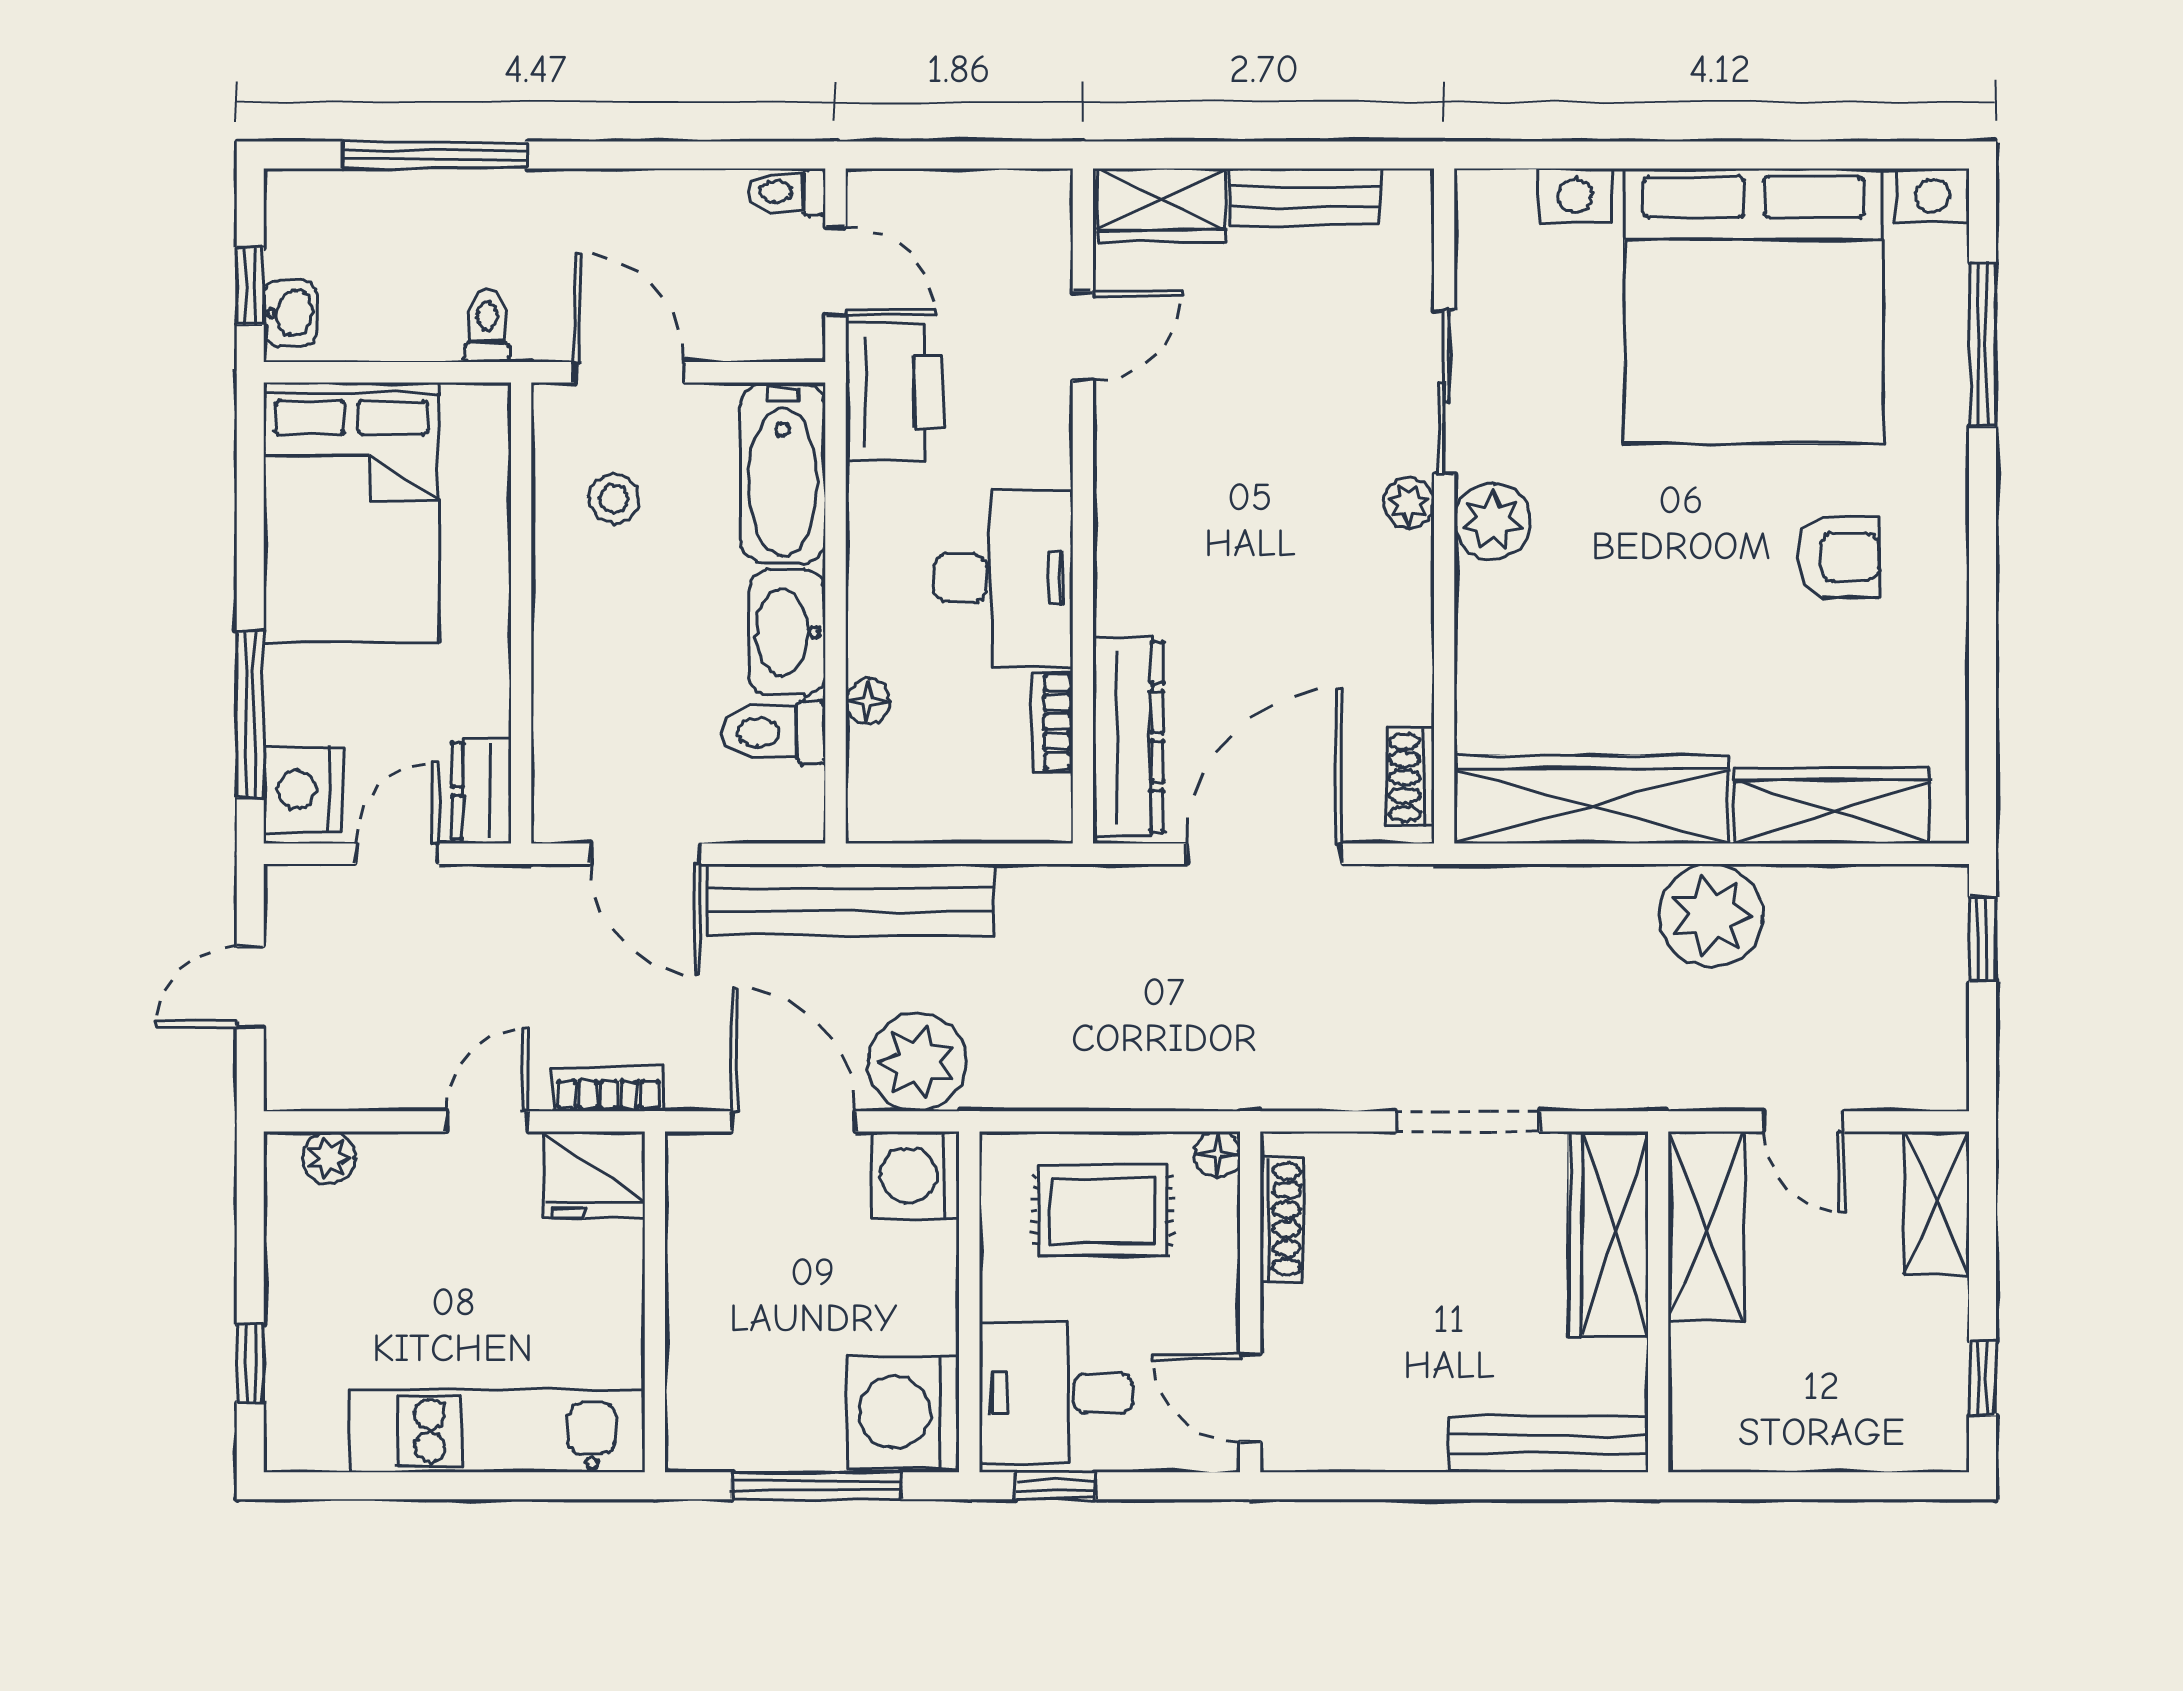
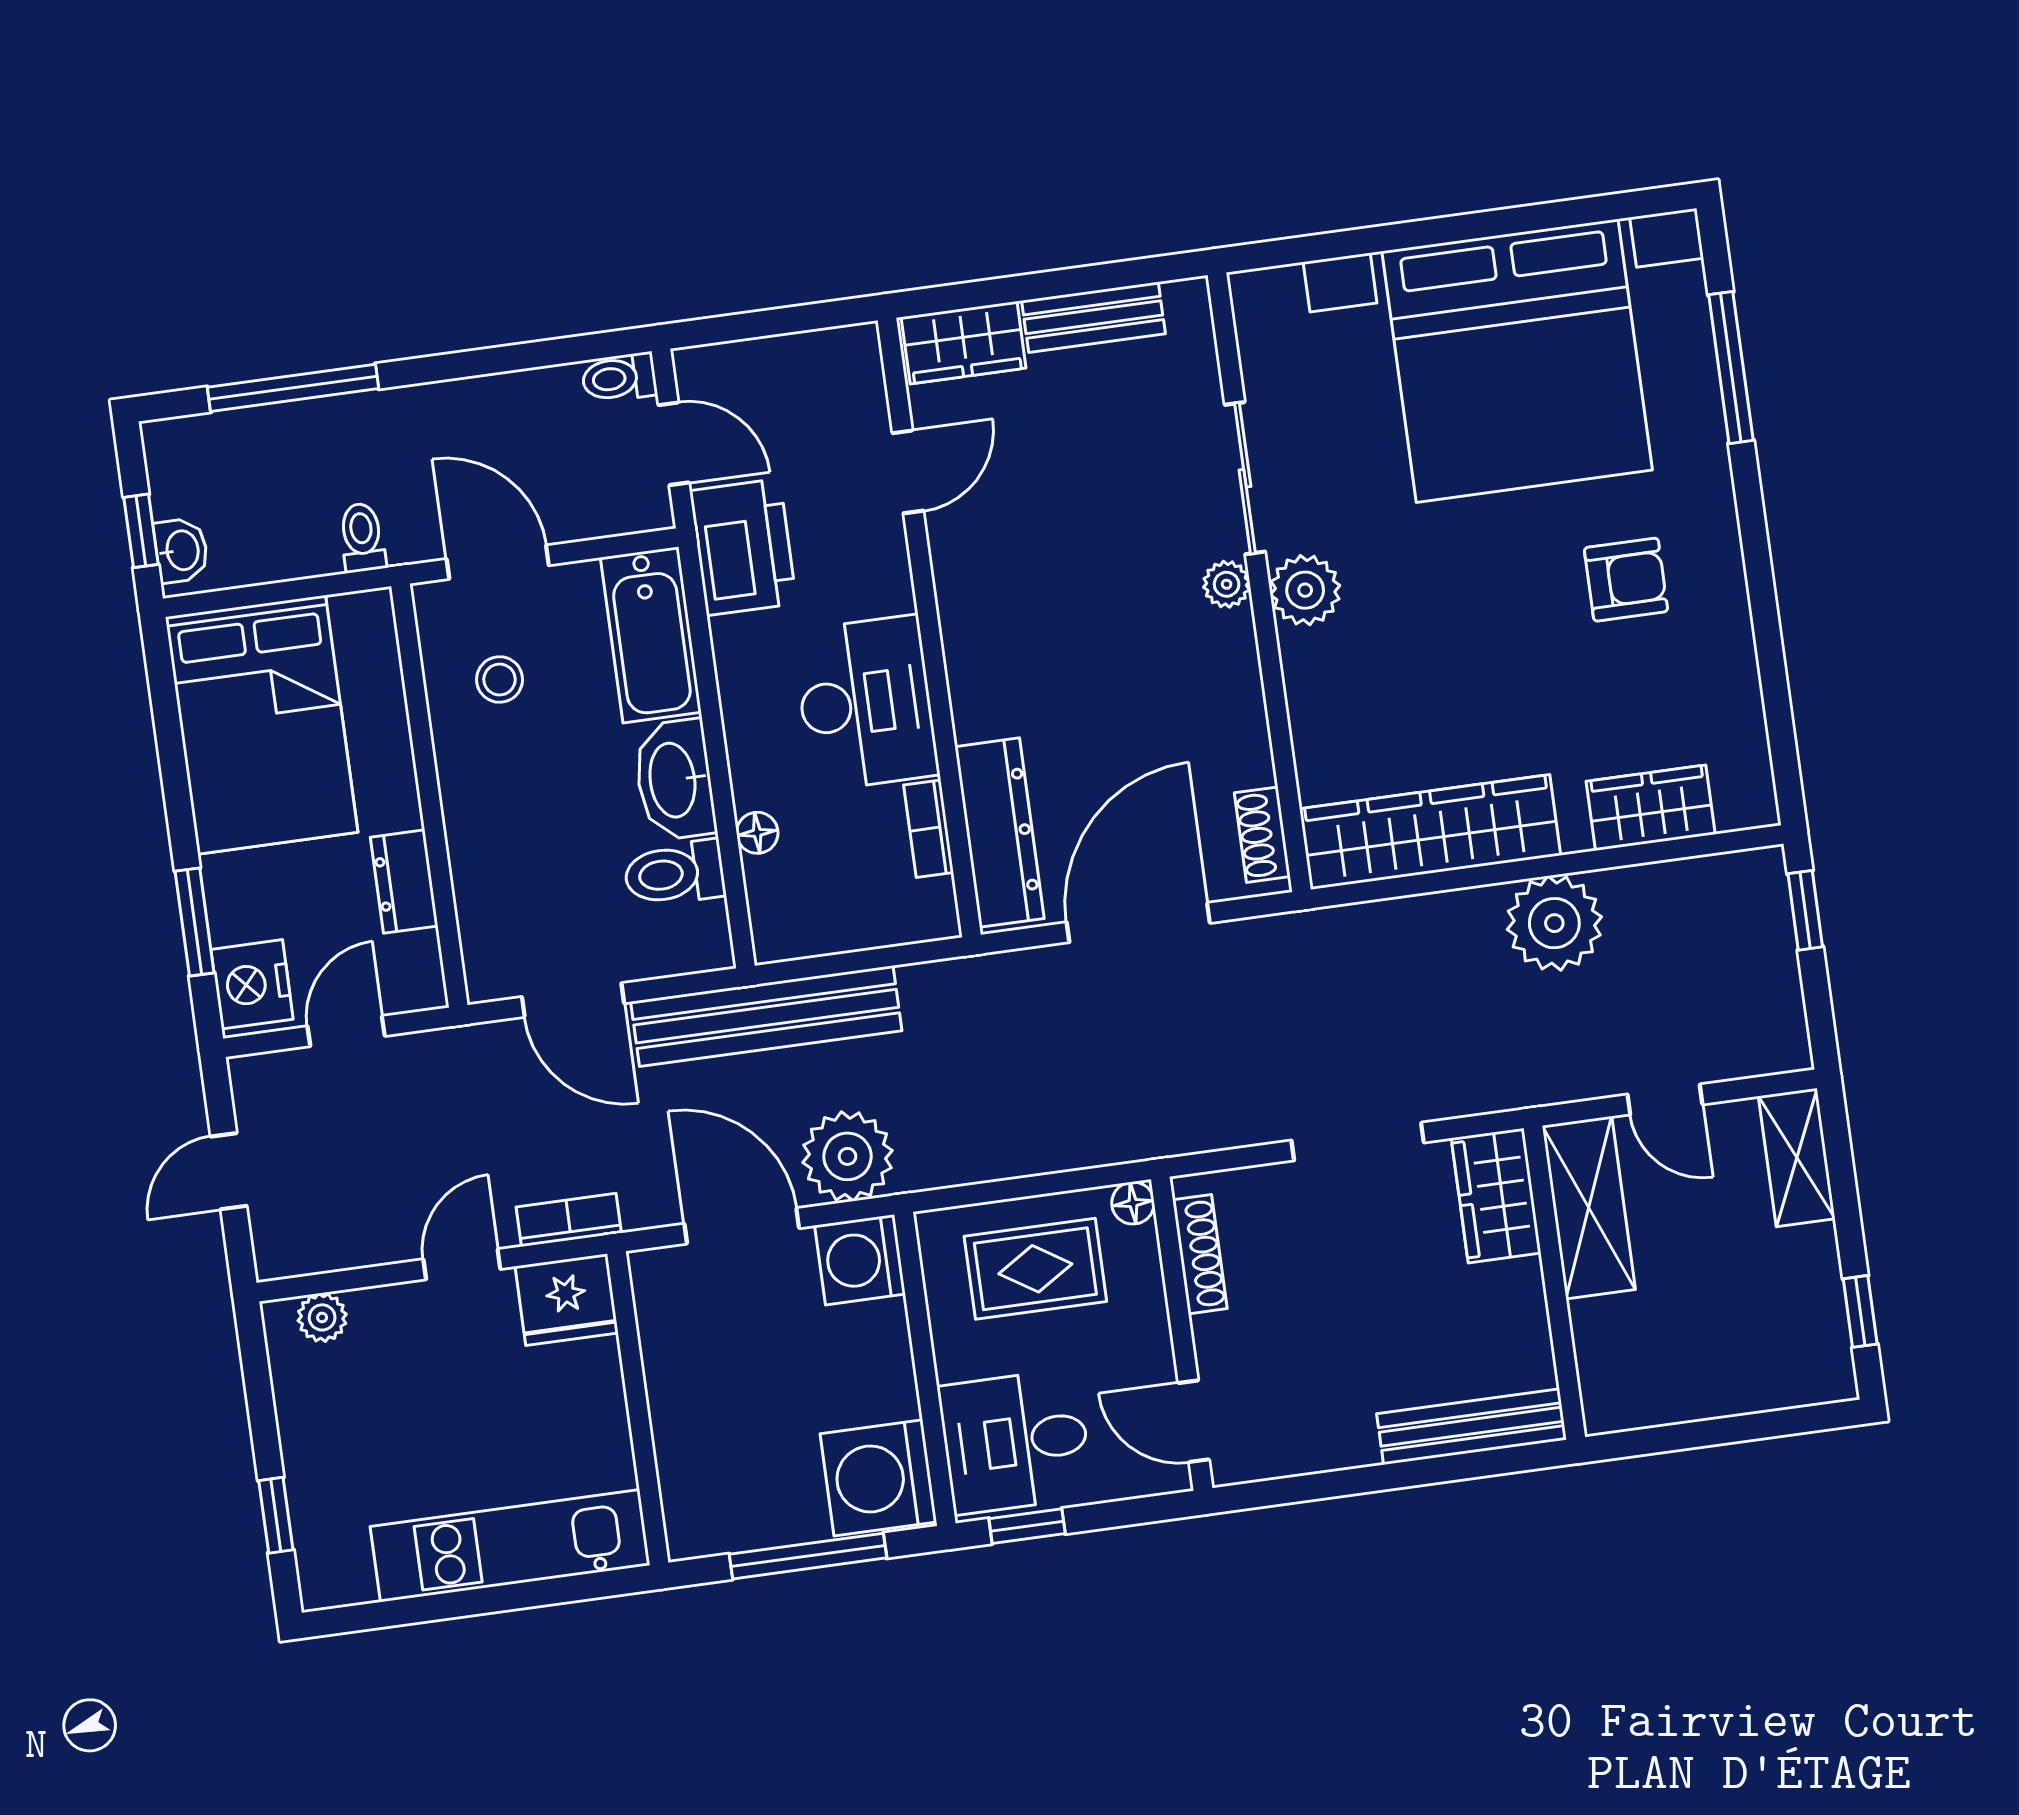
window: (250, 714) -> (195, 922), width x0.69
dresser: (481, 791) -> (404, 882), moved
wardrobe: (1831, 806) -> (1651, 808), width x0.67
wardrobe: (1608, 1234) -> (1496, 1196), width x0.67

